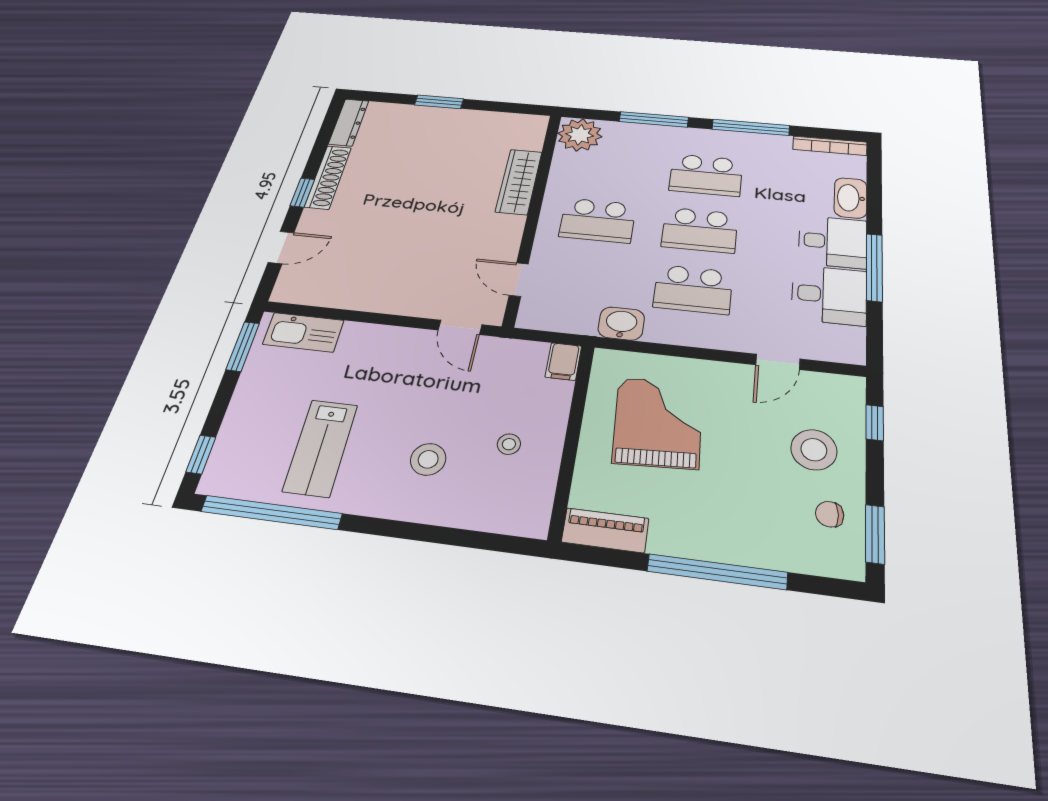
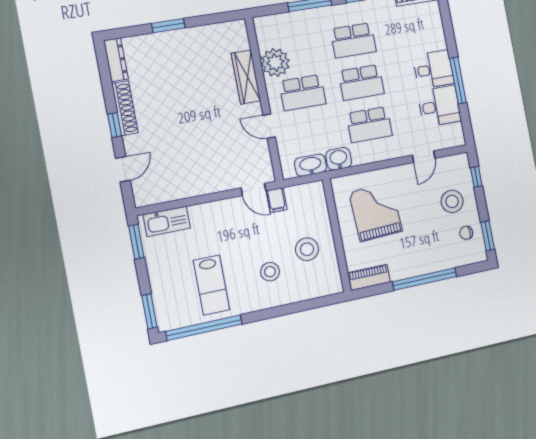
plant: (580, 135) -> (275, 62), moved
washbasin: (851, 198) -> (310, 165), moved, turned 90
door: (519, 280) -> (269, 126), moved
filing cabinet: (563, 362) -> (277, 200), moved
stool: (509, 444) -> (307, 249), width x1.89, depth x1.89
window: (201, 454) -> (149, 311), width x1.50

